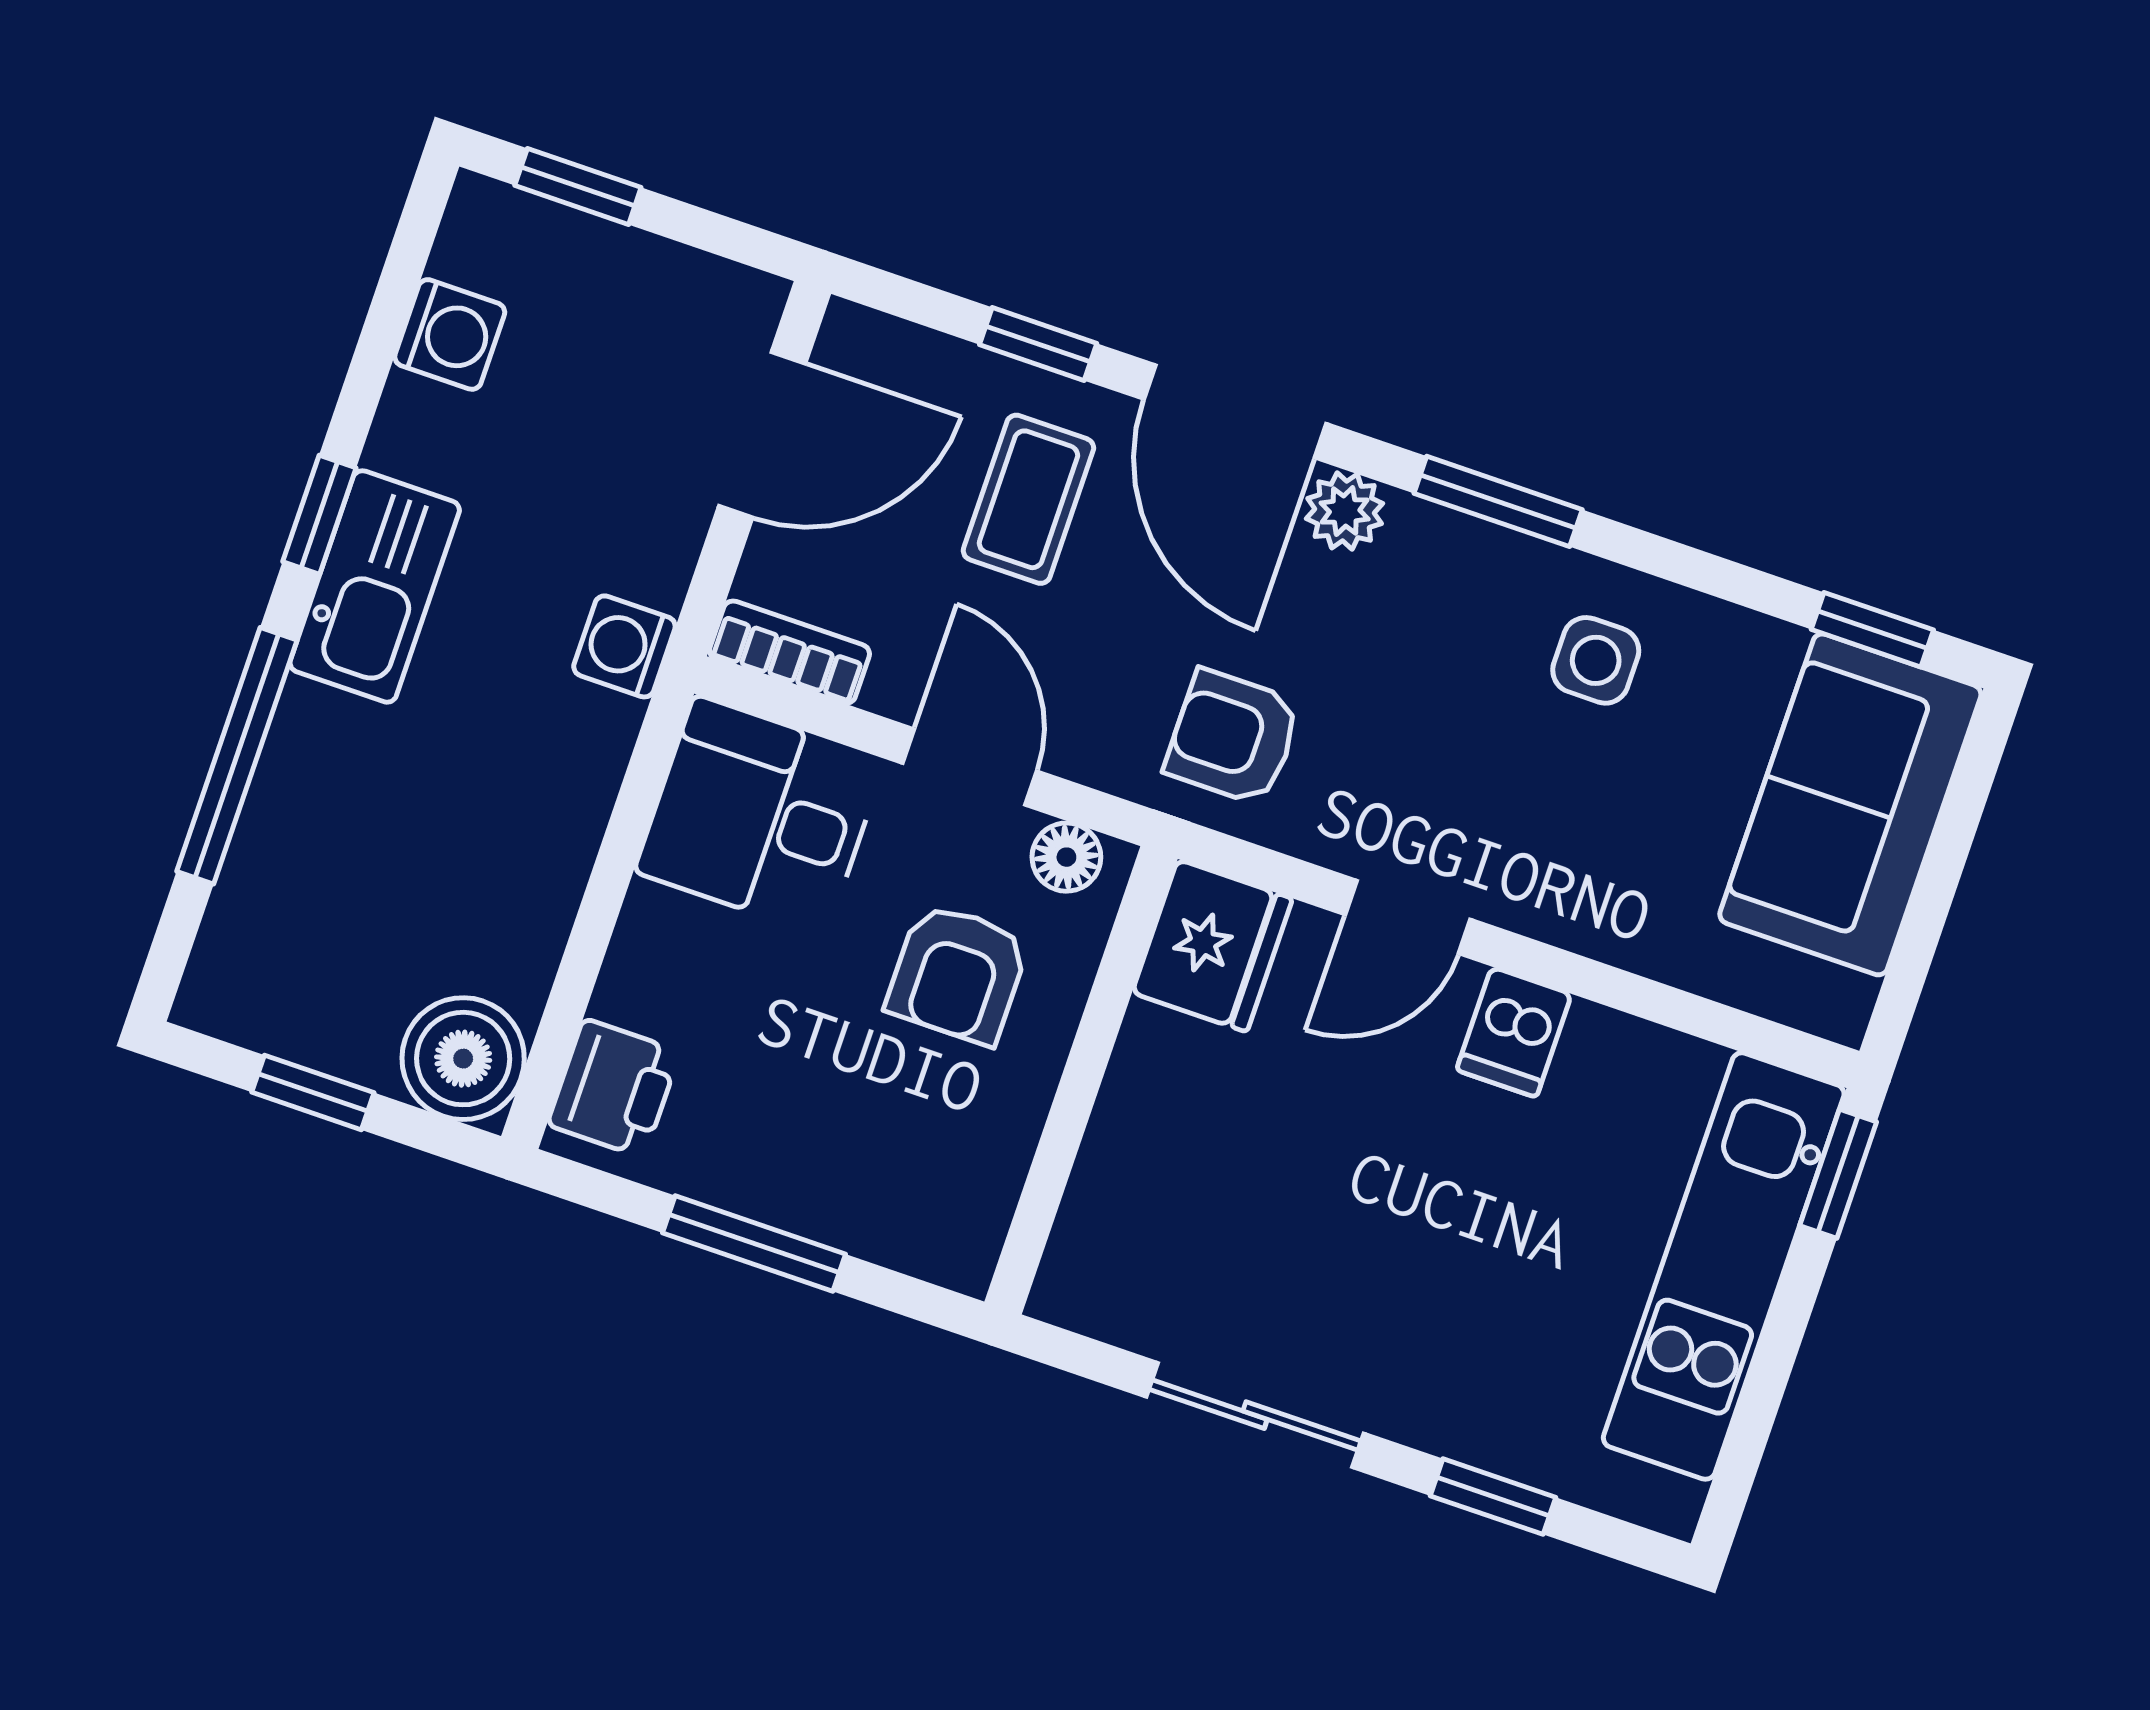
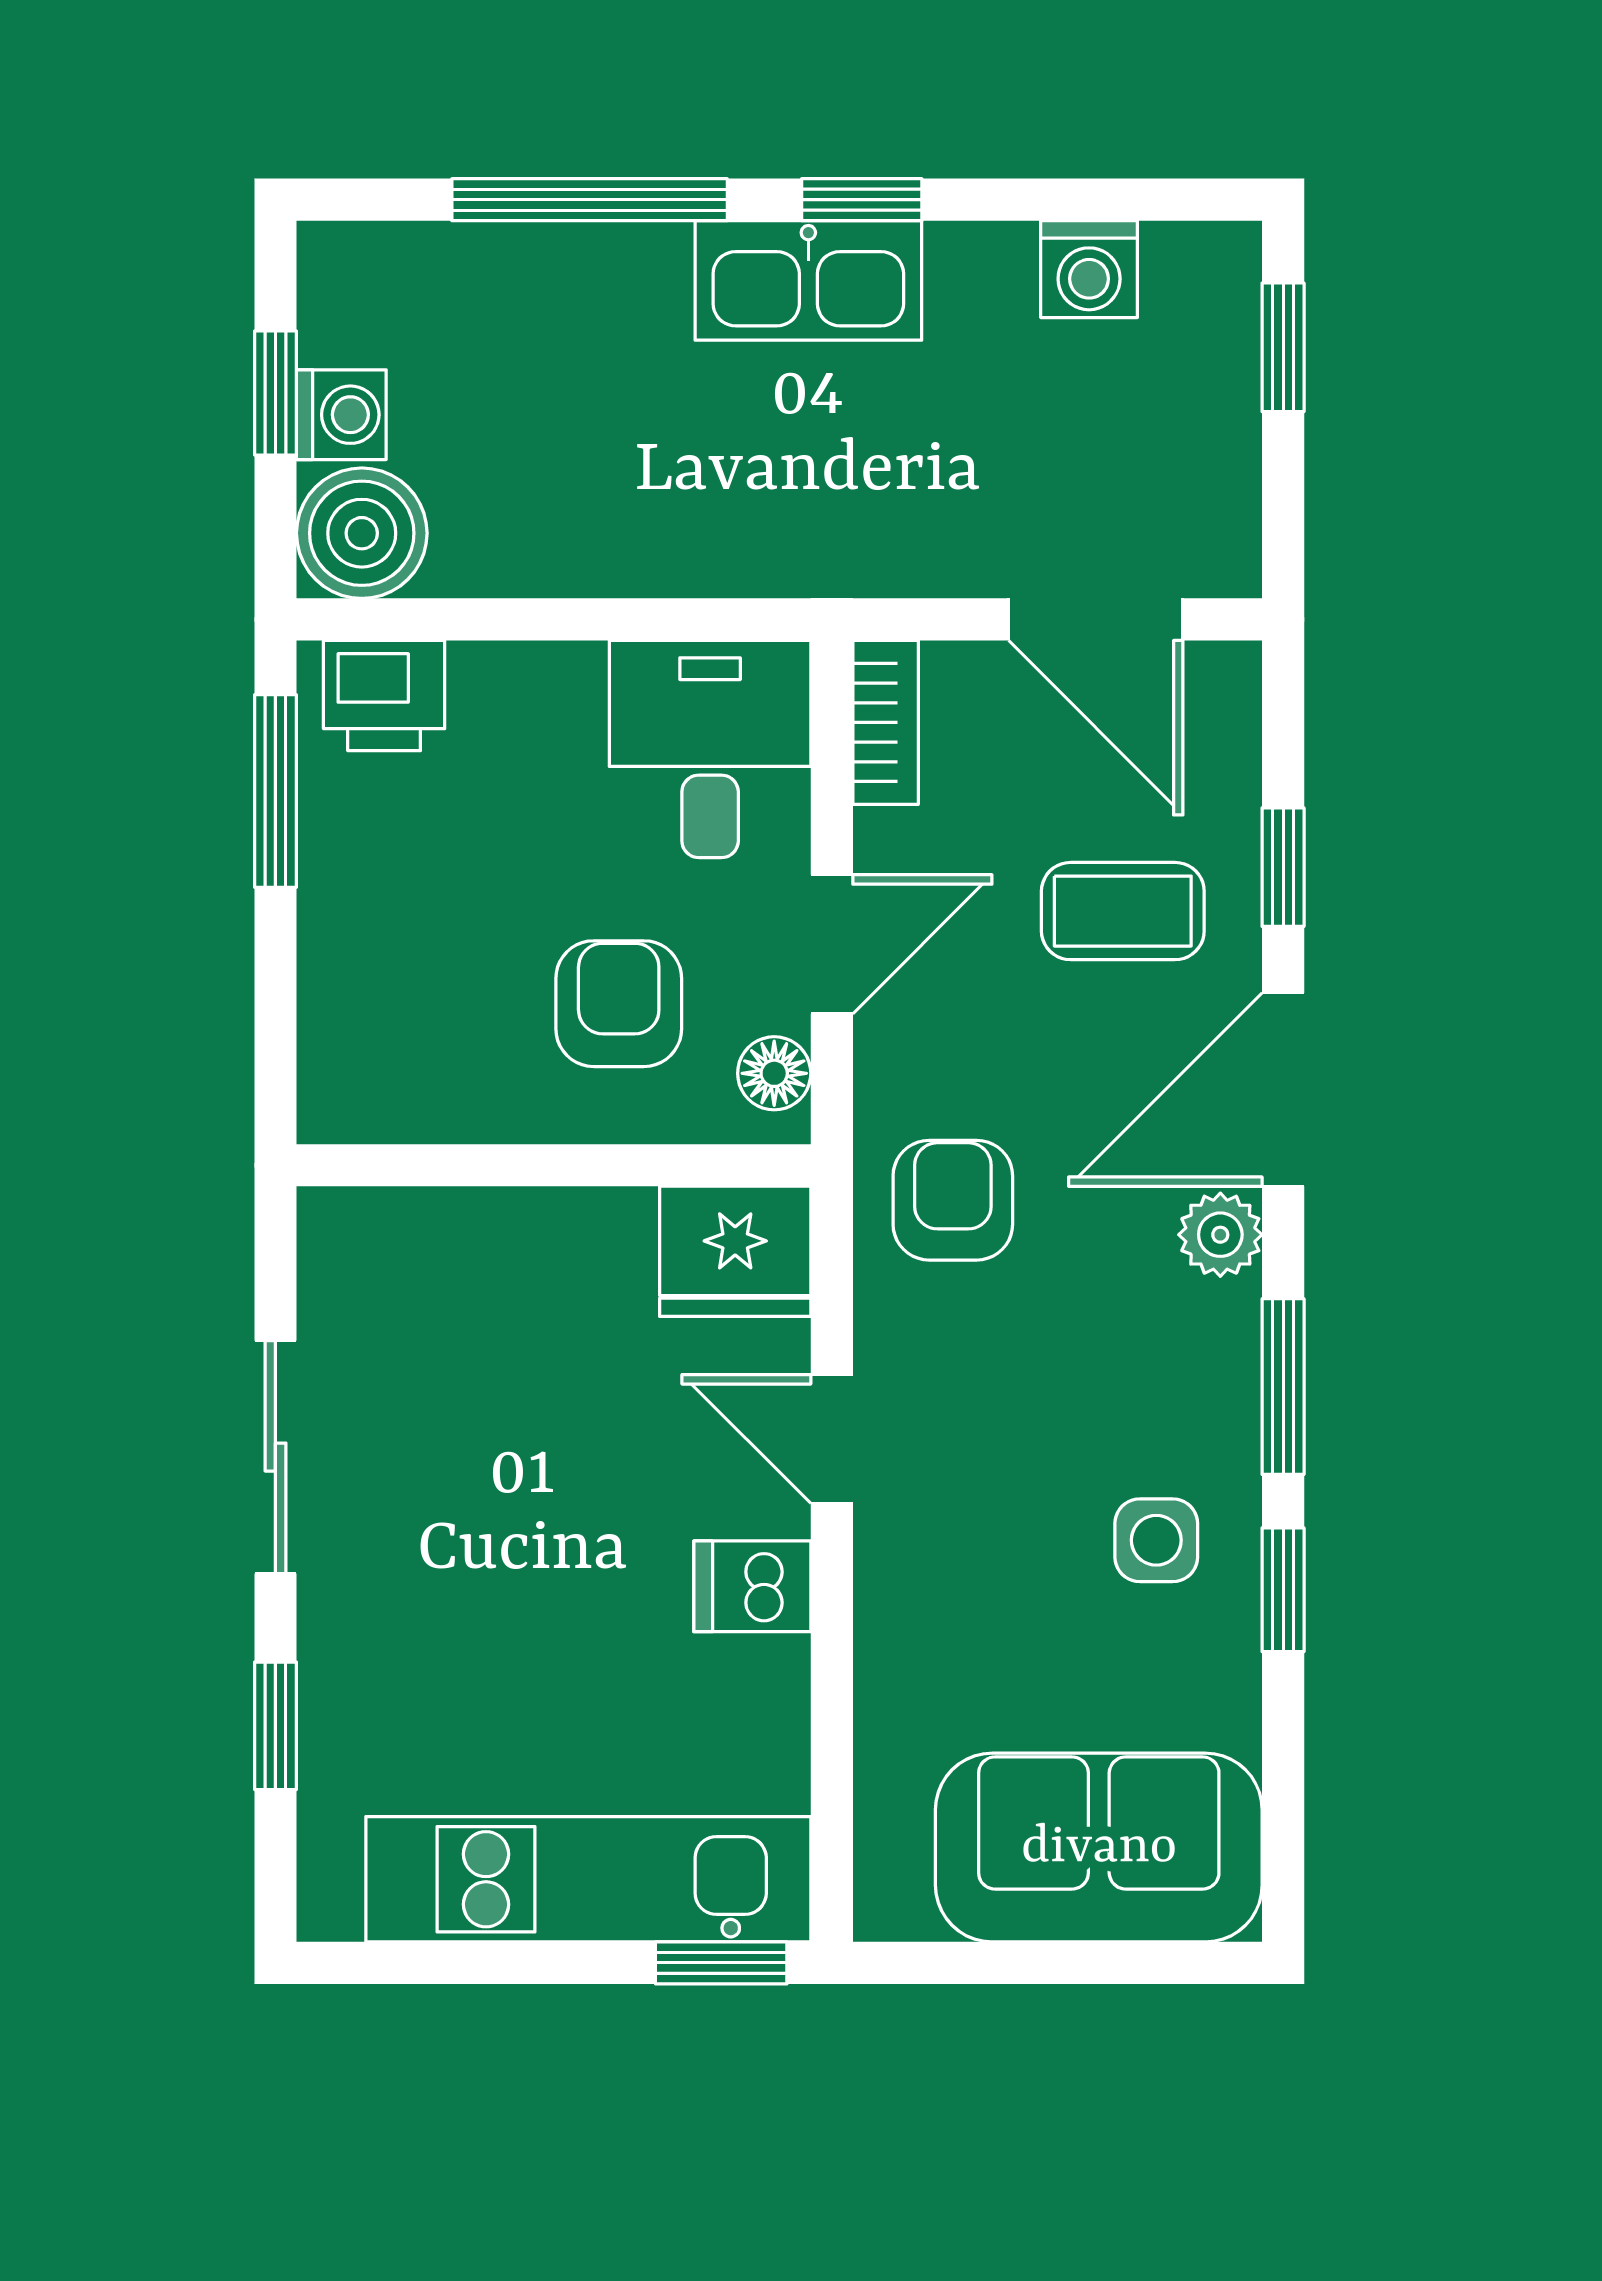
window: (1872, 630) -> (1283, 1590), moved
washing machine: (624, 646) -> (341, 415), moved, turned 90
armchair: (958, 974) -> (619, 1004), turned 90
window: (754, 1244) -> (275, 791), moved

